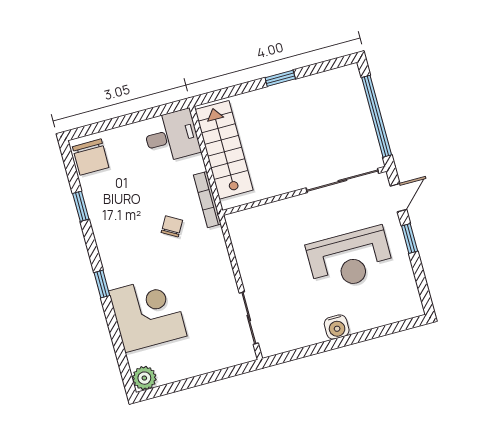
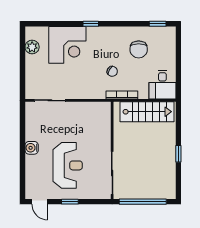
chair: (91, 157) -> (139, 49), moved, turned -90
door: (399, 198) -> (40, 202), moved
window: (81, 206) -> (158, 24), moved
reception desk: (350, 259) -> (68, 165), turned 180
plant: (144, 378) -> (32, 47), moved

